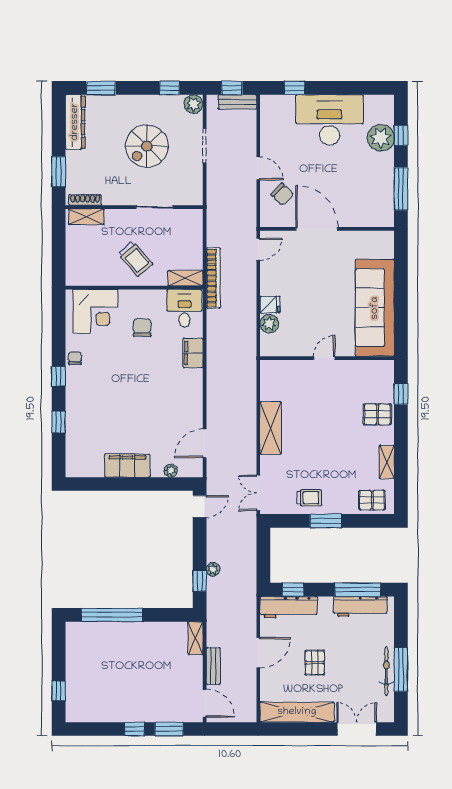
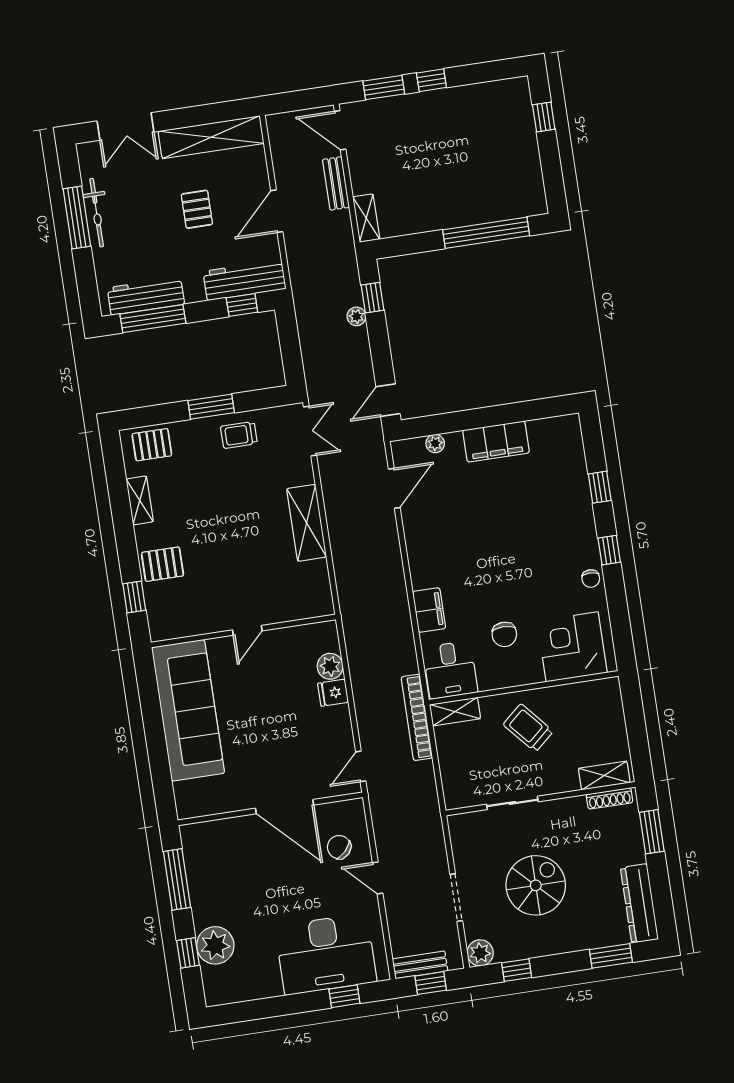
desk: (330, 120) -> (326, 954), moved

